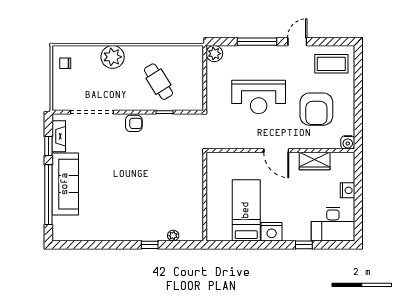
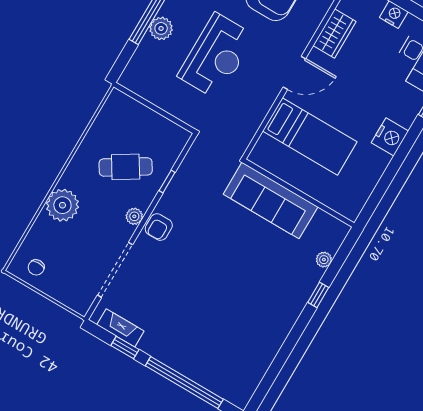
plant: (214, 54) -> (161, 28), moved
plant: (132, 105) -> (134, 216), added
armchair: (134, 123) -> (159, 227), turned 180
sofa: (65, 184) -> (271, 200), moved, turned 180
bed: (246, 210) -> (310, 136), moved, turned 180

